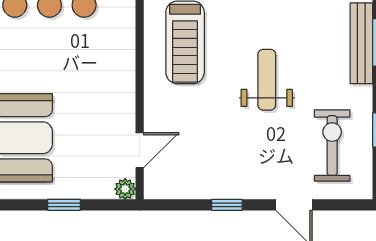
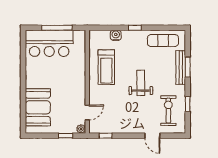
window: (64, 205) -> (66, 136), moved
window: (227, 205) -> (106, 136), moved

